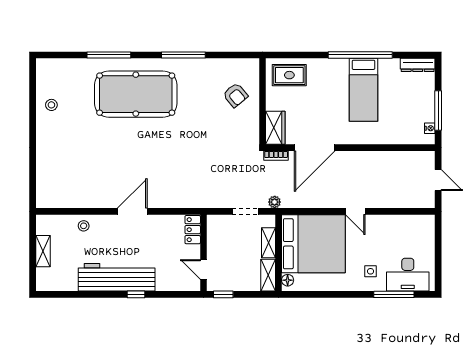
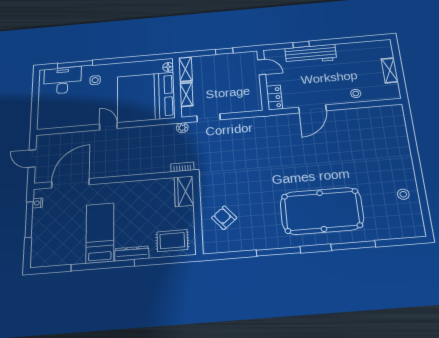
dresser: (418, 65) -> (132, 253), moved
door: (315, 148) -> (70, 183), moved
locker: (193, 230) -> (274, 97), moved
wall: (203, 253) -> (263, 80), moved
door: (203, 269) -> (262, 67), moved
workbench: (117, 277) -> (311, 54), width x0.73, depth x0.76

